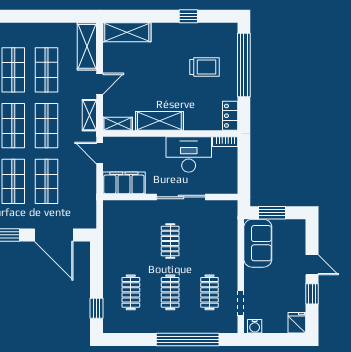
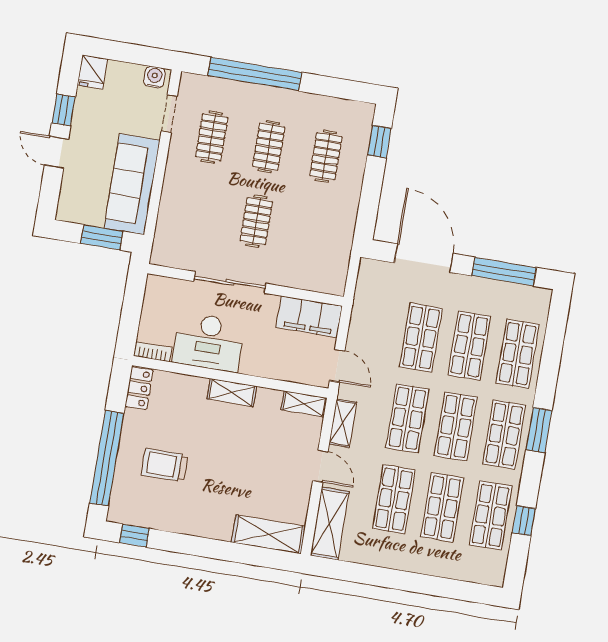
window: (188, 16) -> (134, 536), moved
door: (100, 84) -> (320, 466), swing flipped
shelving: (159, 121) -> (232, 393), width x0.67, depth x0.75
sofa: (258, 243) -> (132, 184), width x1.36

